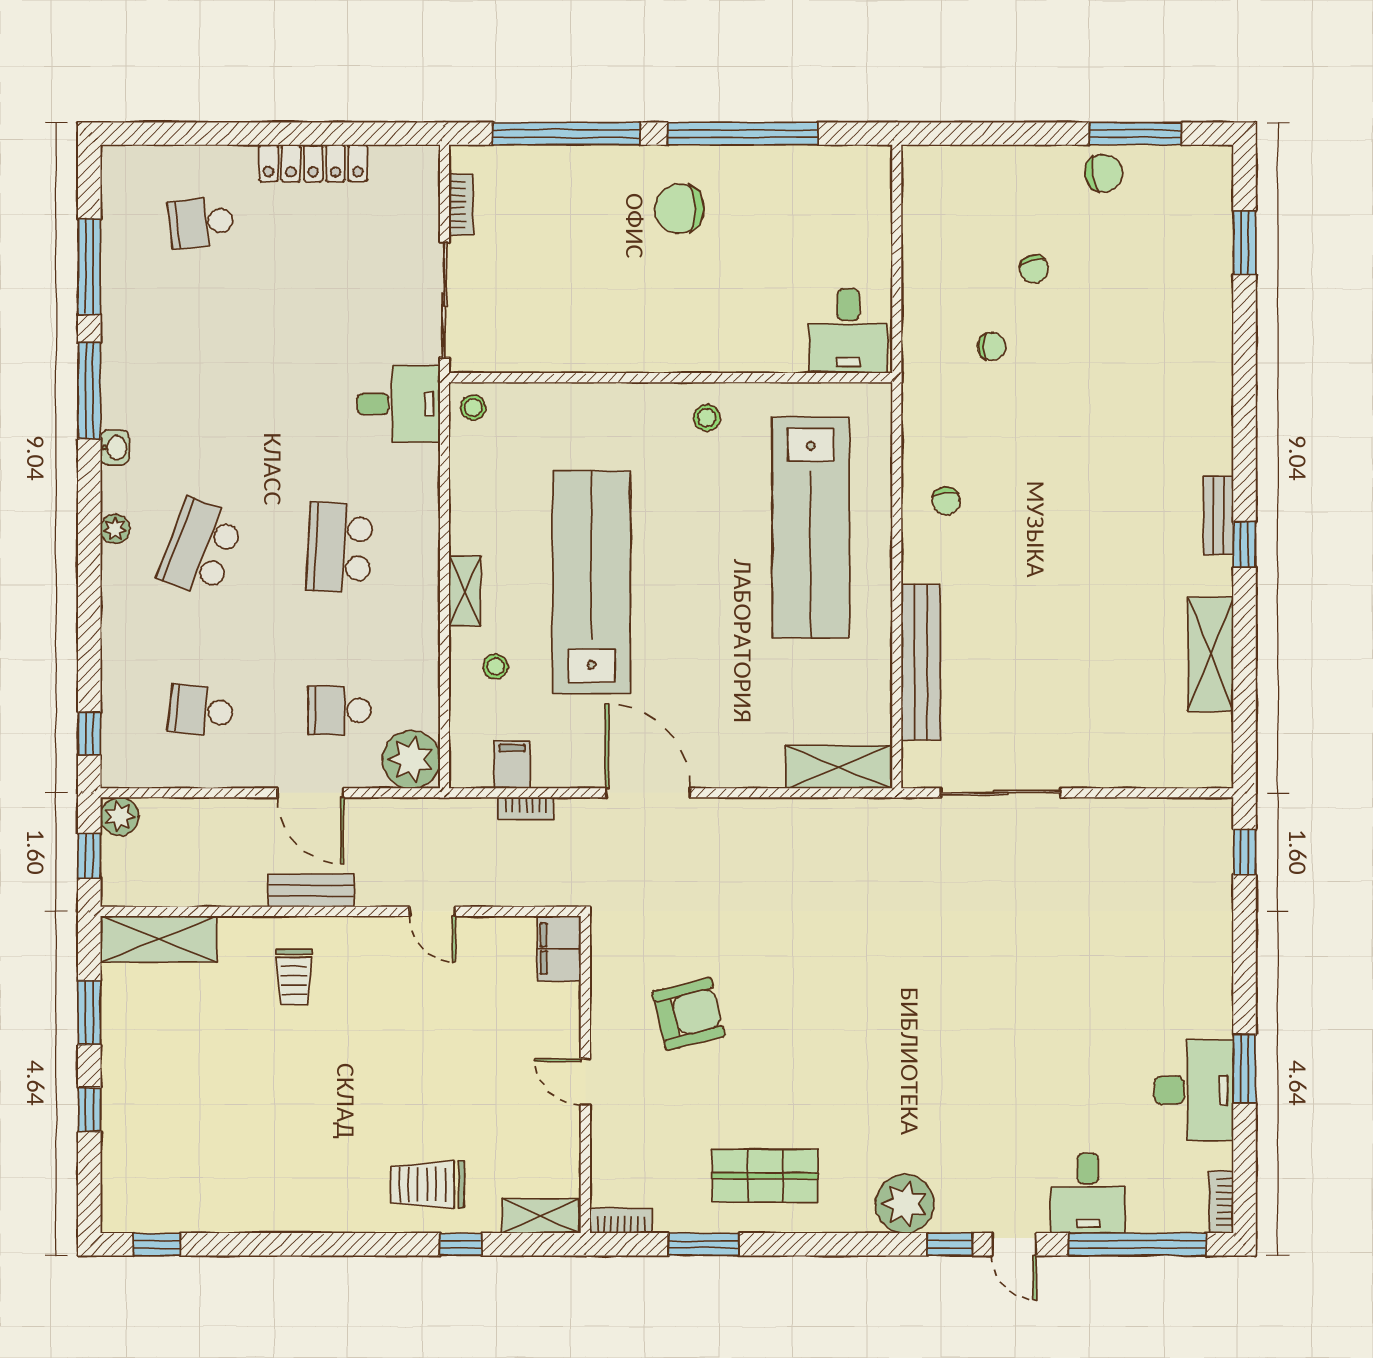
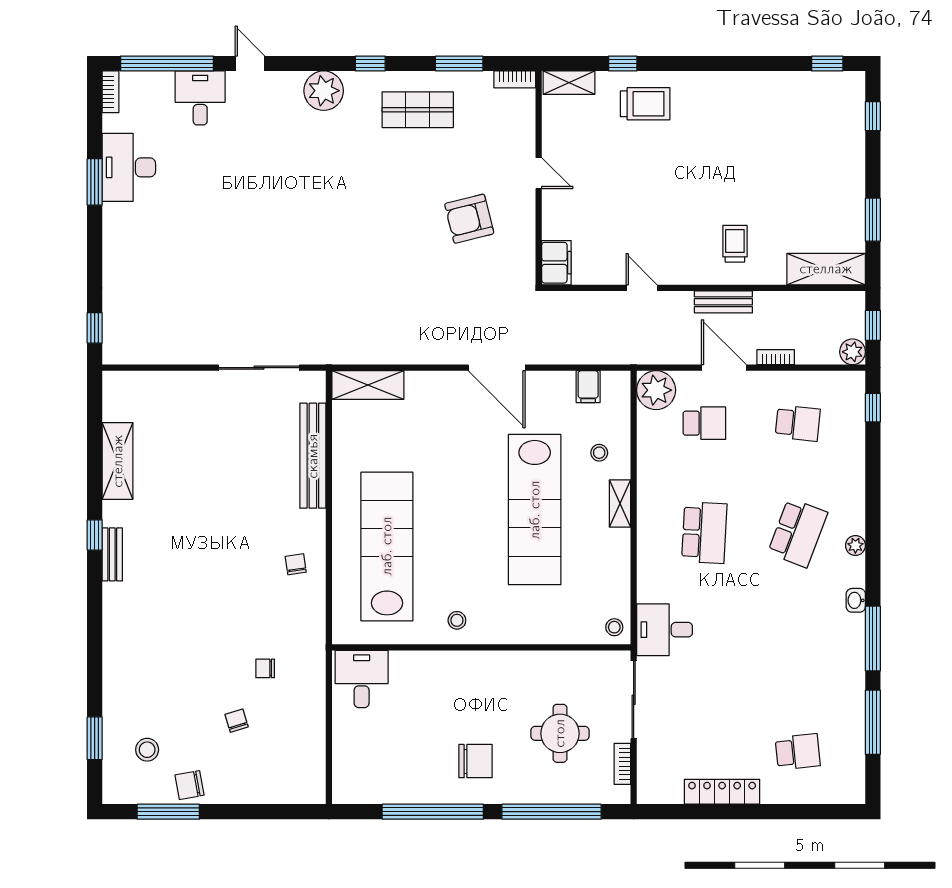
stool: (1167, 226) -> (147, 750), added
round table: (554, 250) -> (560, 733), added
bookcase: (526, 808) -> (776, 357), moved
window: (89, 1109) -> (873, 116), moved
window: (950, 1244) -> (370, 64), moved

